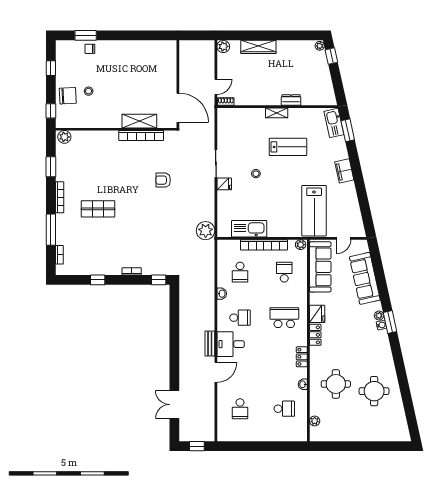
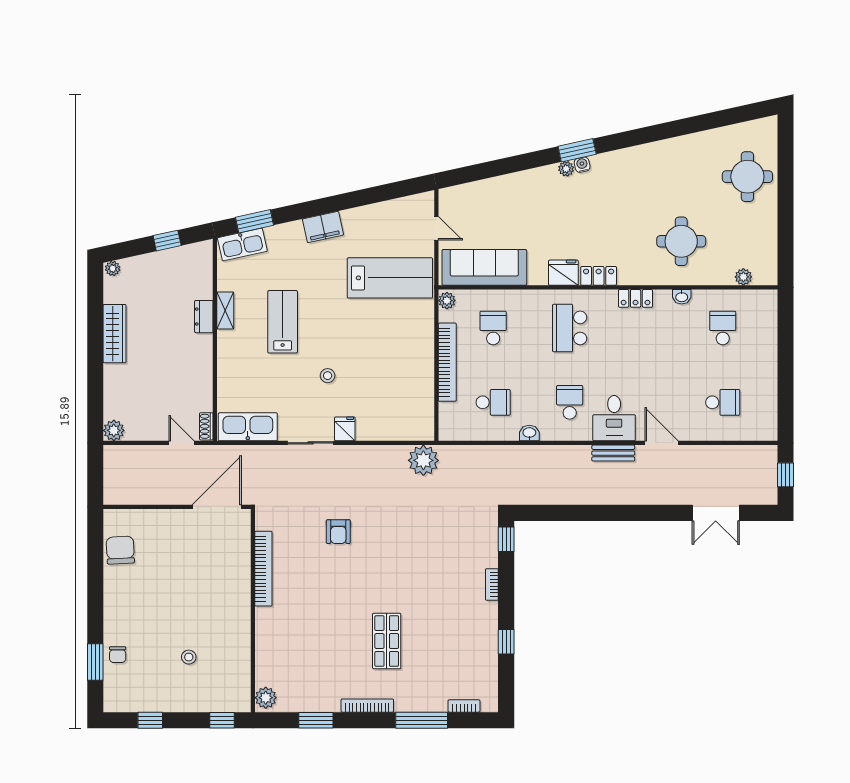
wardrobe: (258, 47) -> (115, 334), moved
window: (331, 56) -> (167, 241), moved
chair: (68, 96) -> (120, 550), moved
shelving: (277, 113) -> (225, 310), moved
shelving: (139, 121) -> (239, 572), removed
kitchen sink: (249, 229) -> (248, 427), moved, turned 90
school desk: (284, 272) -> (493, 328), turned 90
sofa: (365, 278) -> (504, 193), removed
round table: (374, 391) -> (747, 177), moved

